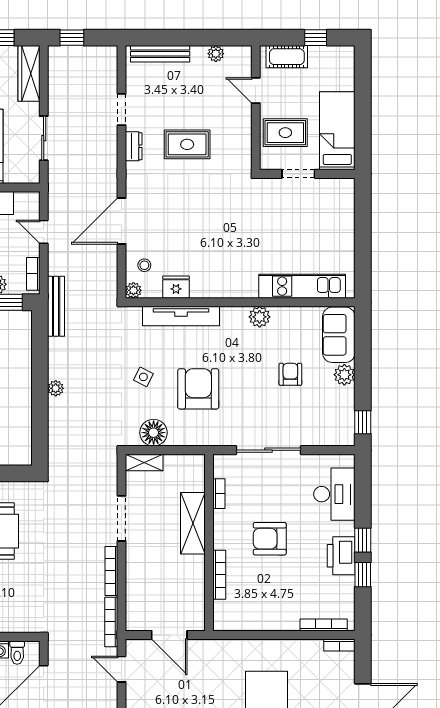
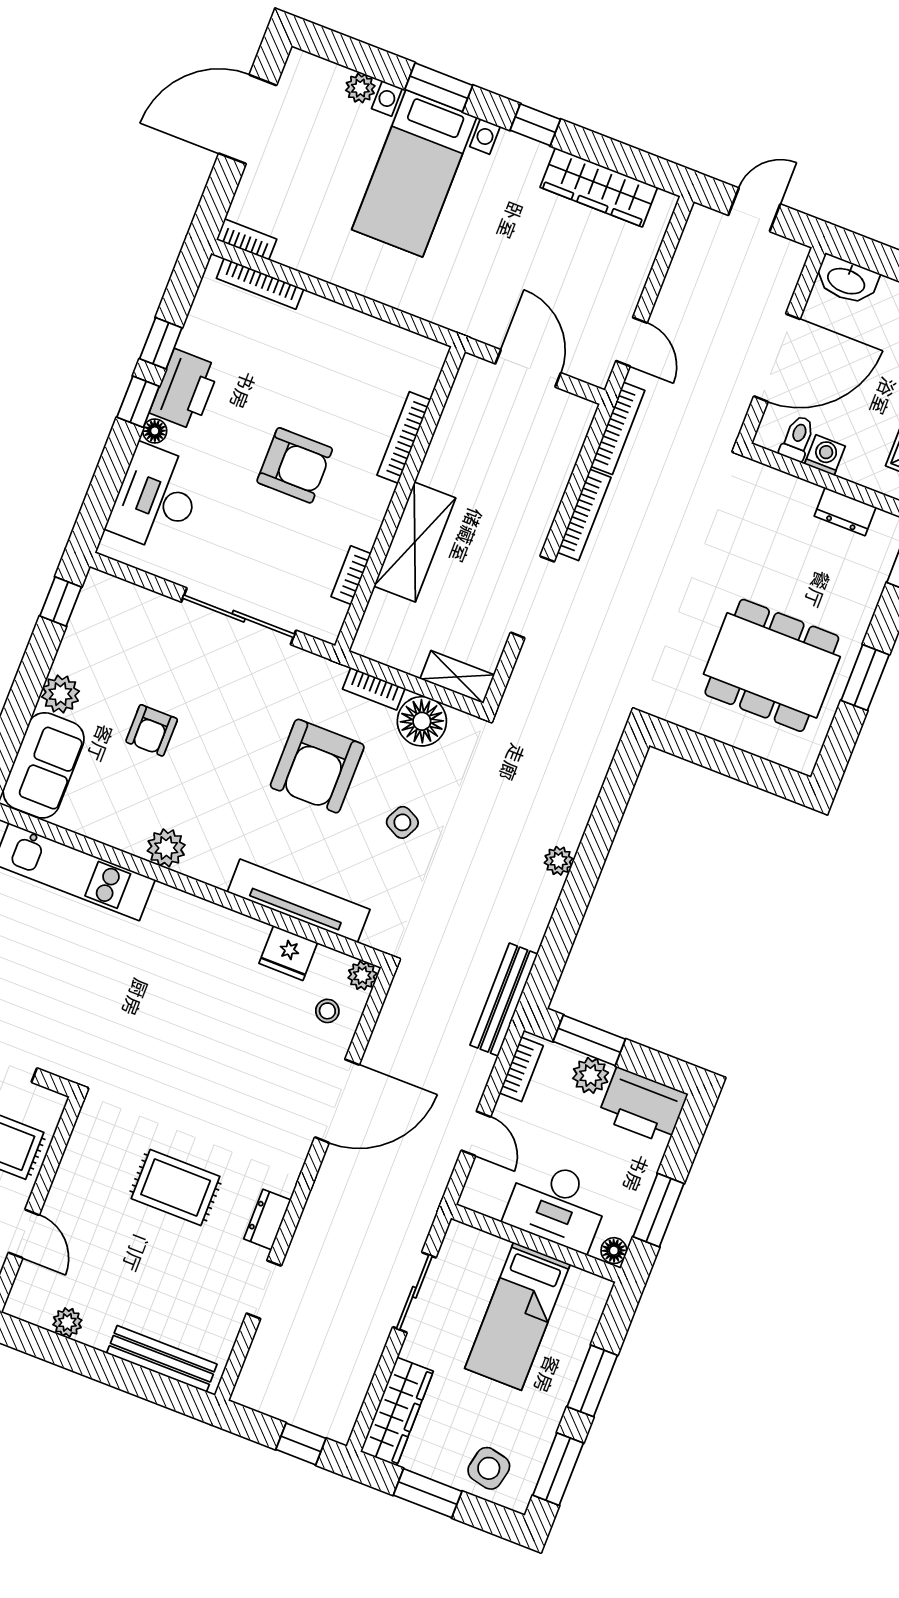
bookcase: (185, 440) -> (374, 689), added
floor lamp: (348, 528) -> (155, 431), added

